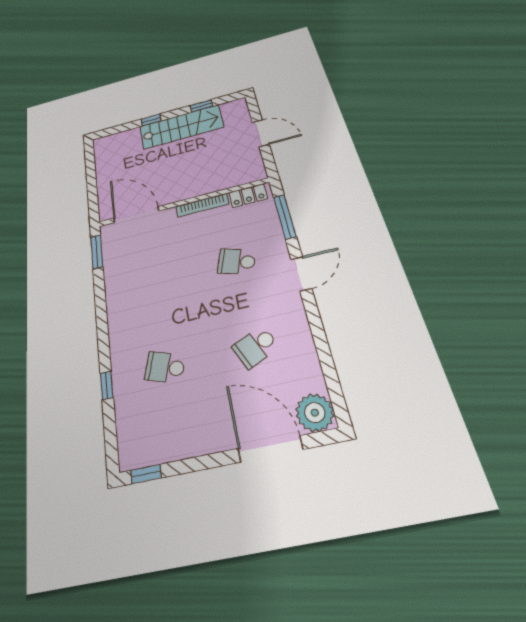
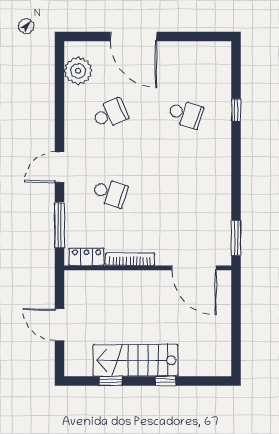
plant: (315, 413) -> (78, 71), moved
door: (270, 449) -> (134, 37), moved
window: (146, 474) -> (211, 37), removed

